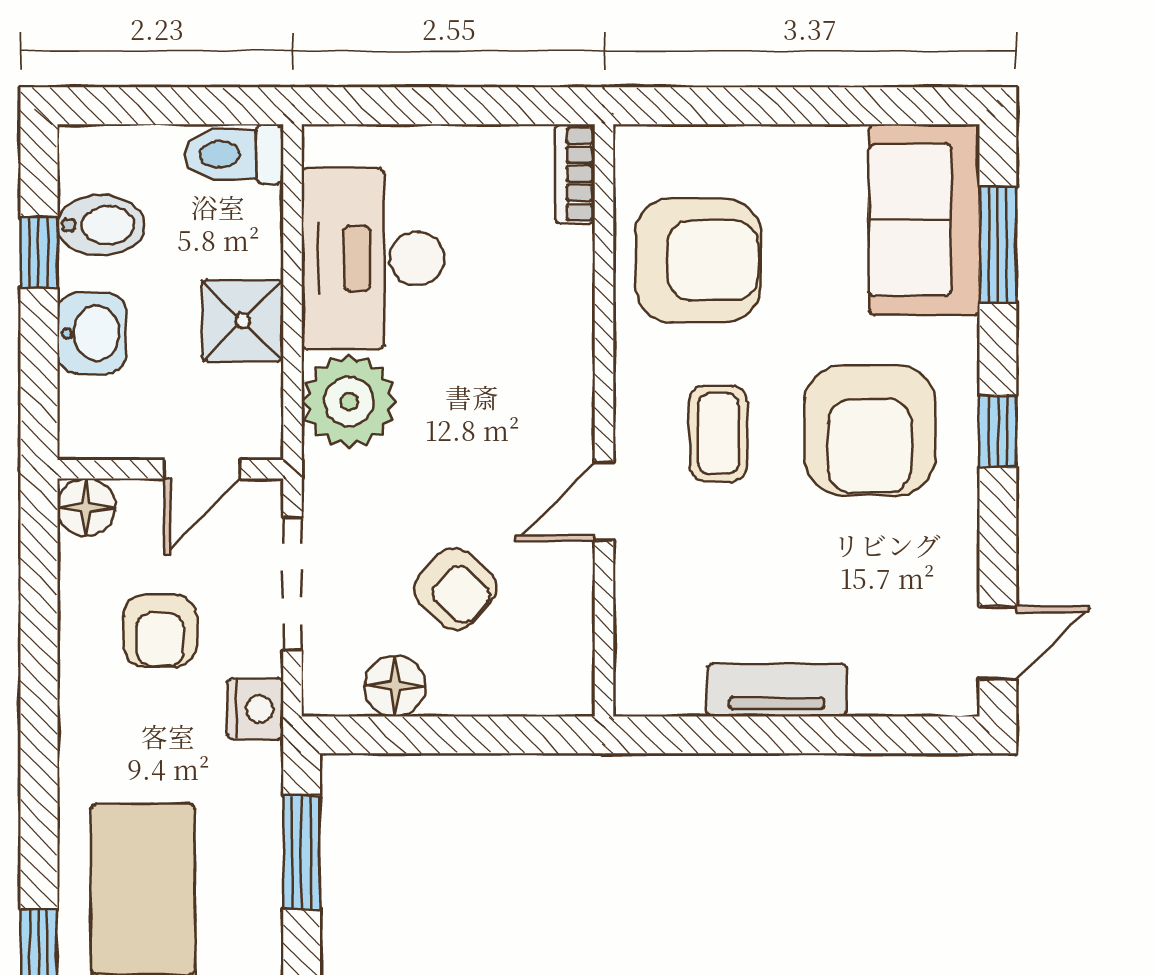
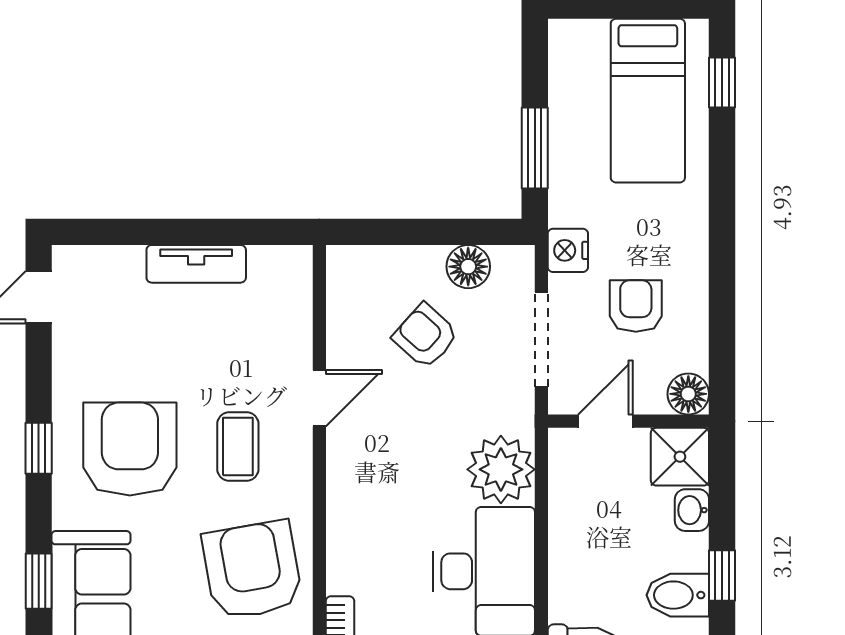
window: (998, 245) -> (39, 581), width x0.67
armchair: (698, 260) -> (252, 570), turned 80
shower: (243, 321) -> (680, 457), moved
washbasin: (92, 333) -> (692, 510), width x0.72, depth x0.69

